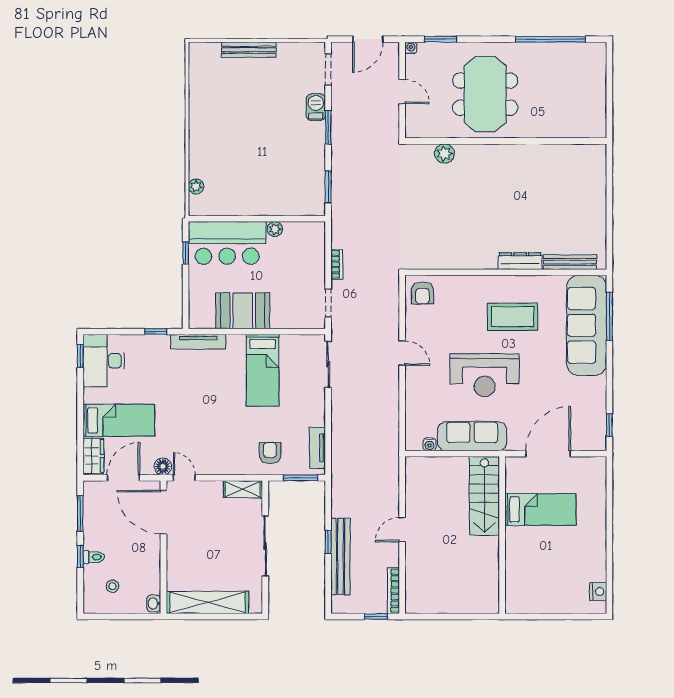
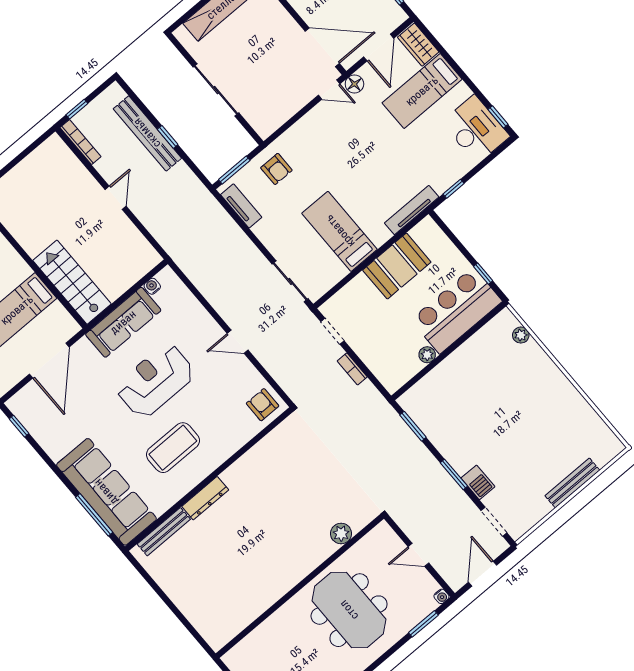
shelving: (243, 489) -> (274, 121), removed

